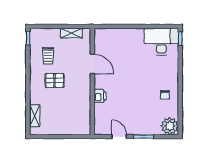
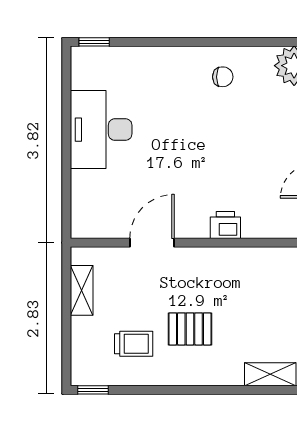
desk: (161, 42) -> (101, 130), moved
pallet: (55, 81) -> (190, 329), turned 90

